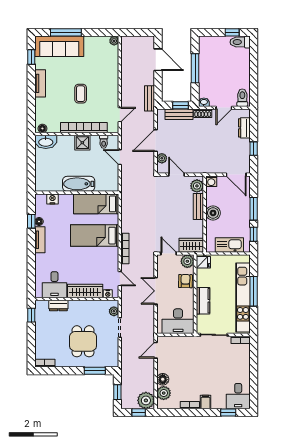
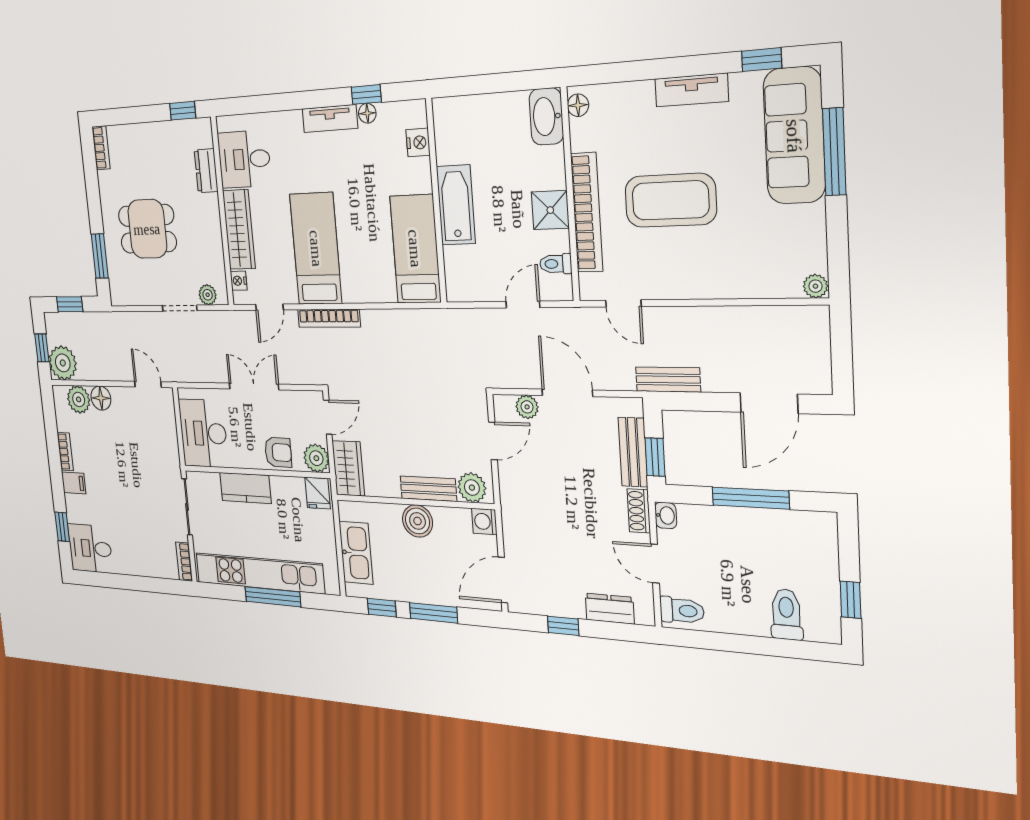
toilet: (240, 42) -> (786, 614), moved
coffee table: (81, 94) -> (670, 200), width x1.86, depth x1.72
bed: (95, 236) -> (316, 249), moved

